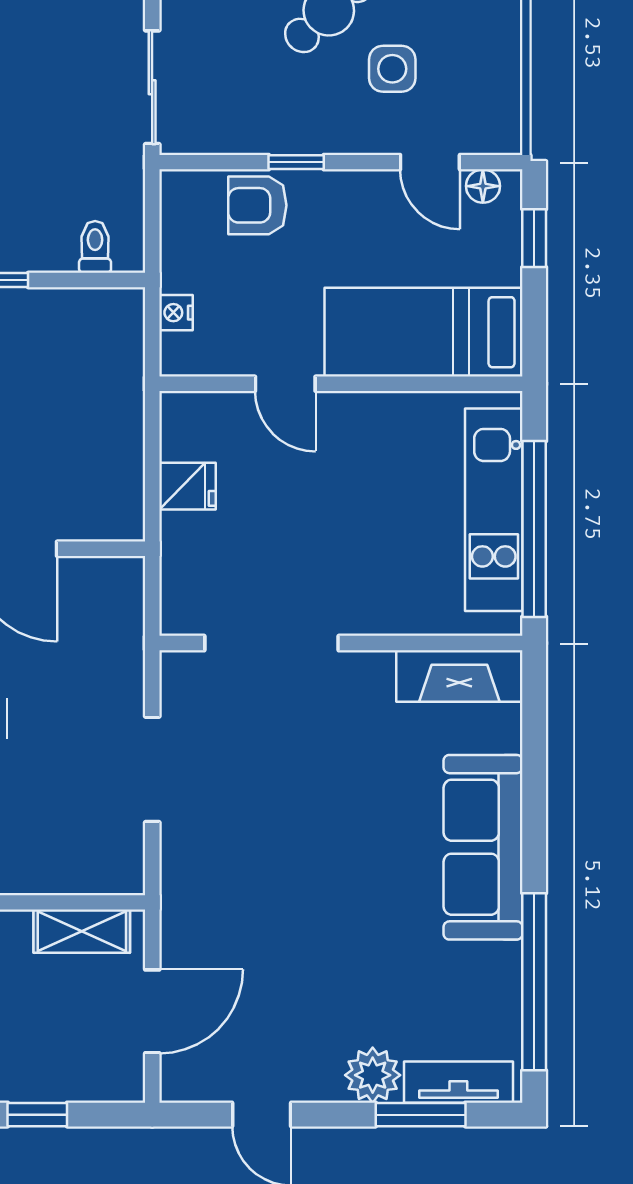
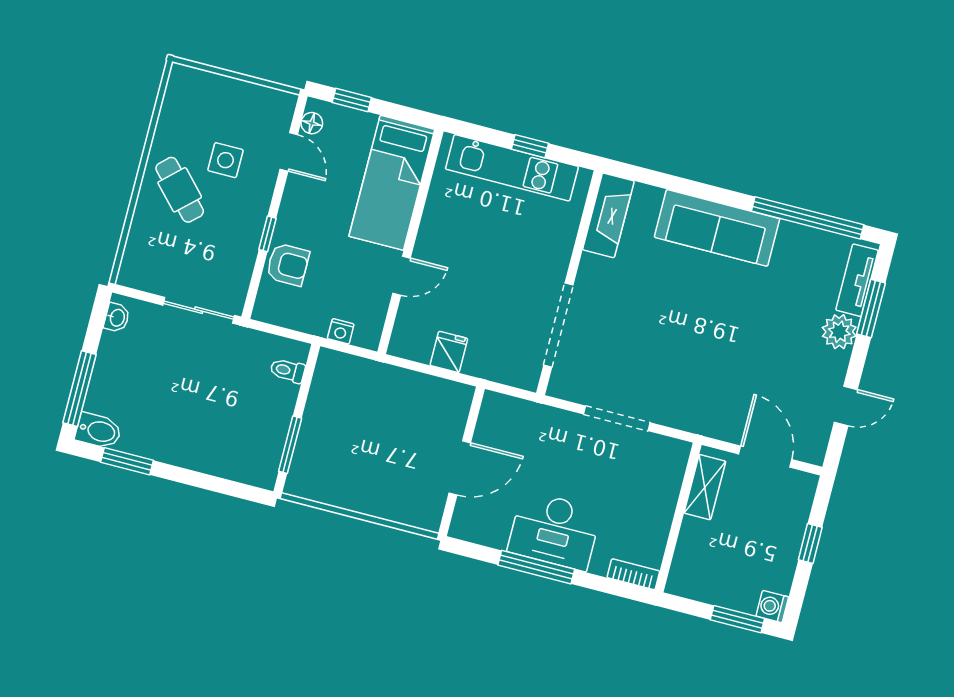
door: (430, 162) -> (289, 152), hinge flipped
armchair: (257, 205) -> (288, 265), turned -90
window: (534, 529) -> (530, 146), width x0.32

